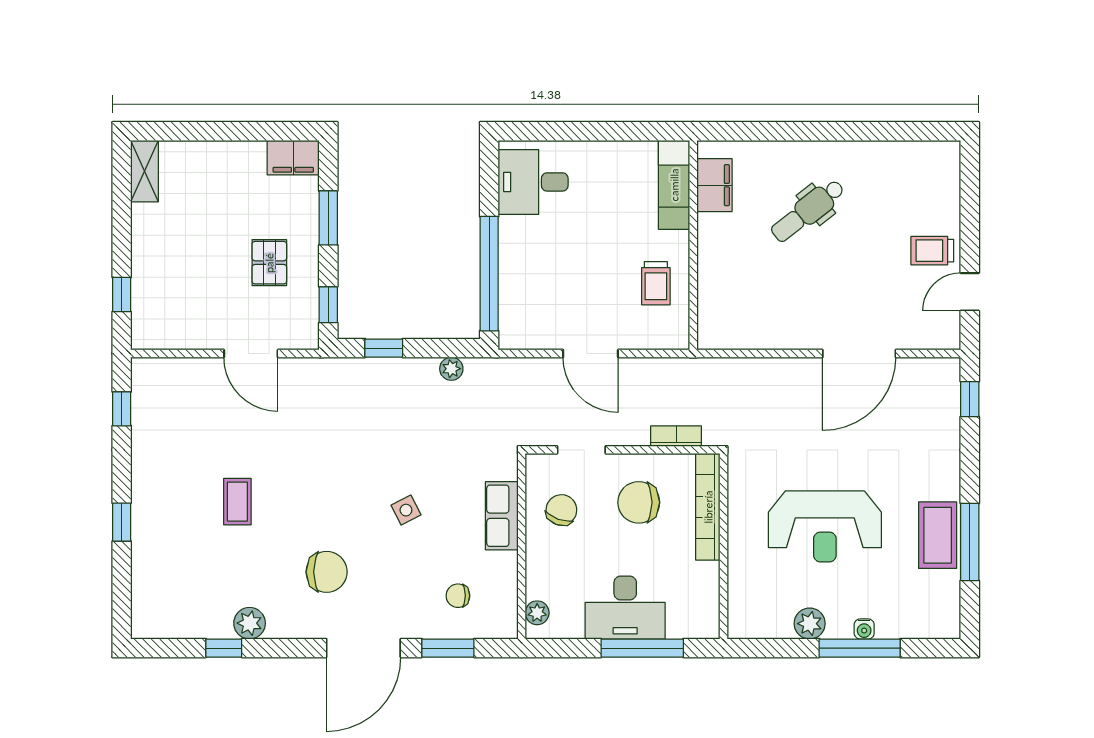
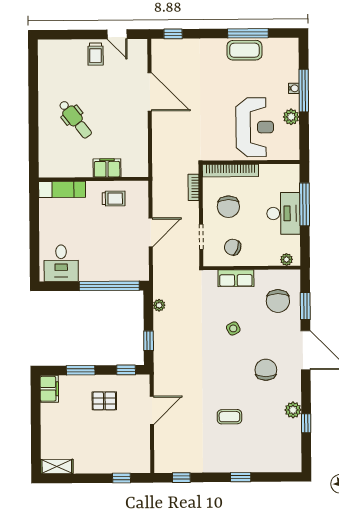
filing cabinet: (714, 185) -> (107, 168), moved
reception desk: (825, 526) -> (255, 127), moved
chair: (458, 596) -> (278, 301), width x1.87, depth x1.87

